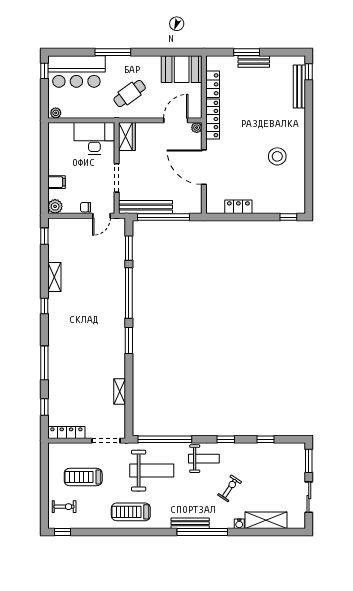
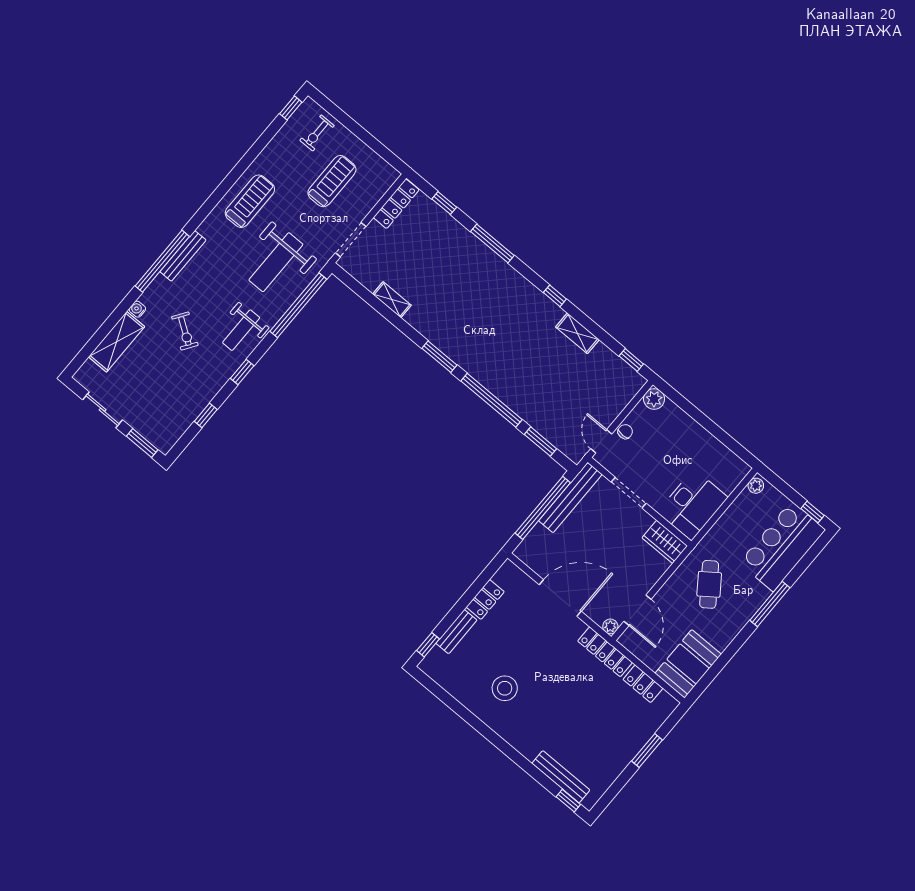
bench: (254, 61) -> (456, 632), moved
filing cabinet: (56, 182) -> (679, 423), removed

